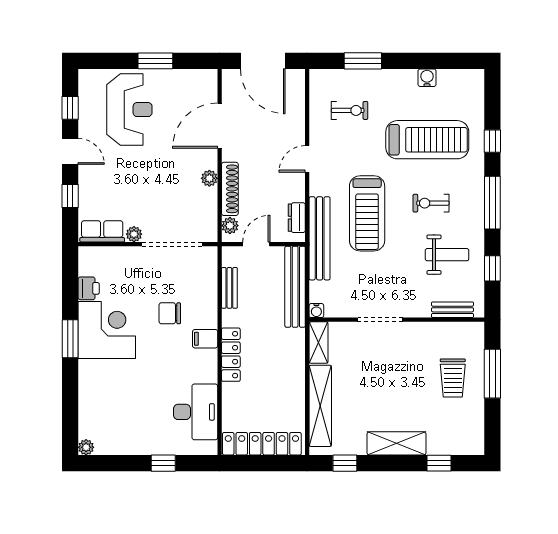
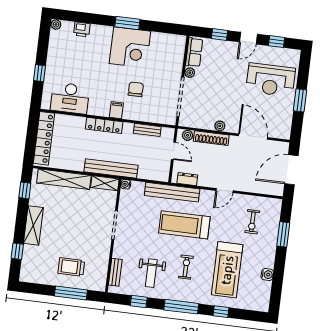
door: (307, 159) -> (224, 191), swing flipped
bench: (295, 287) -> (111, 169), moved
printer: (89, 288) -> (82, 29), moved

